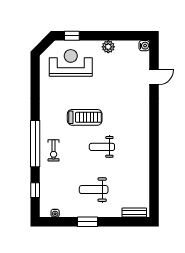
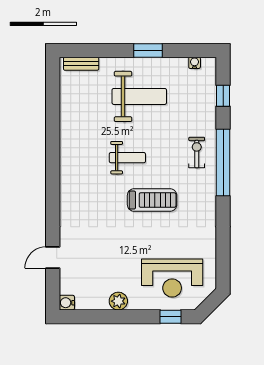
treadmill: (85, 117) -> (152, 200), turned 180
weight bench: (94, 190) -> (139, 96), width x1.36, depth x1.33

